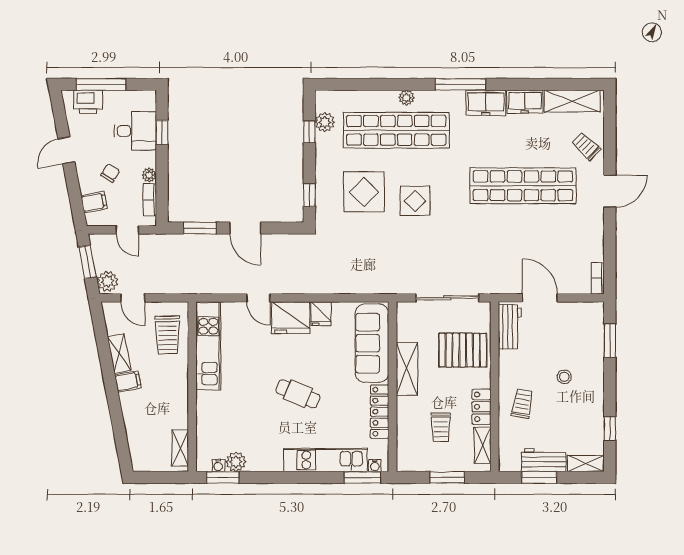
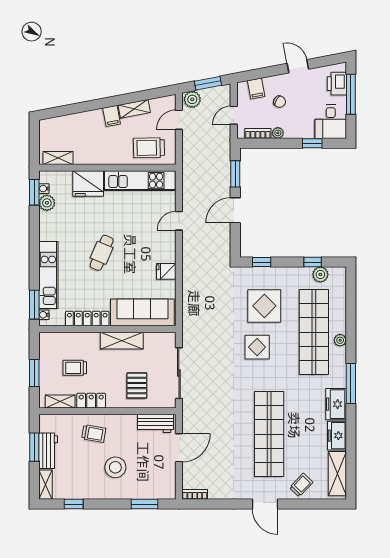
desk: (135, 131) -> (331, 122), moved
fridge: (291, 318) -> (88, 184), moved, turned -90
pallet: (463, 350) -> (137, 386), width x0.67, depth x0.71
stool: (564, 377) -> (115, 467), width x1.89, depth x1.89

